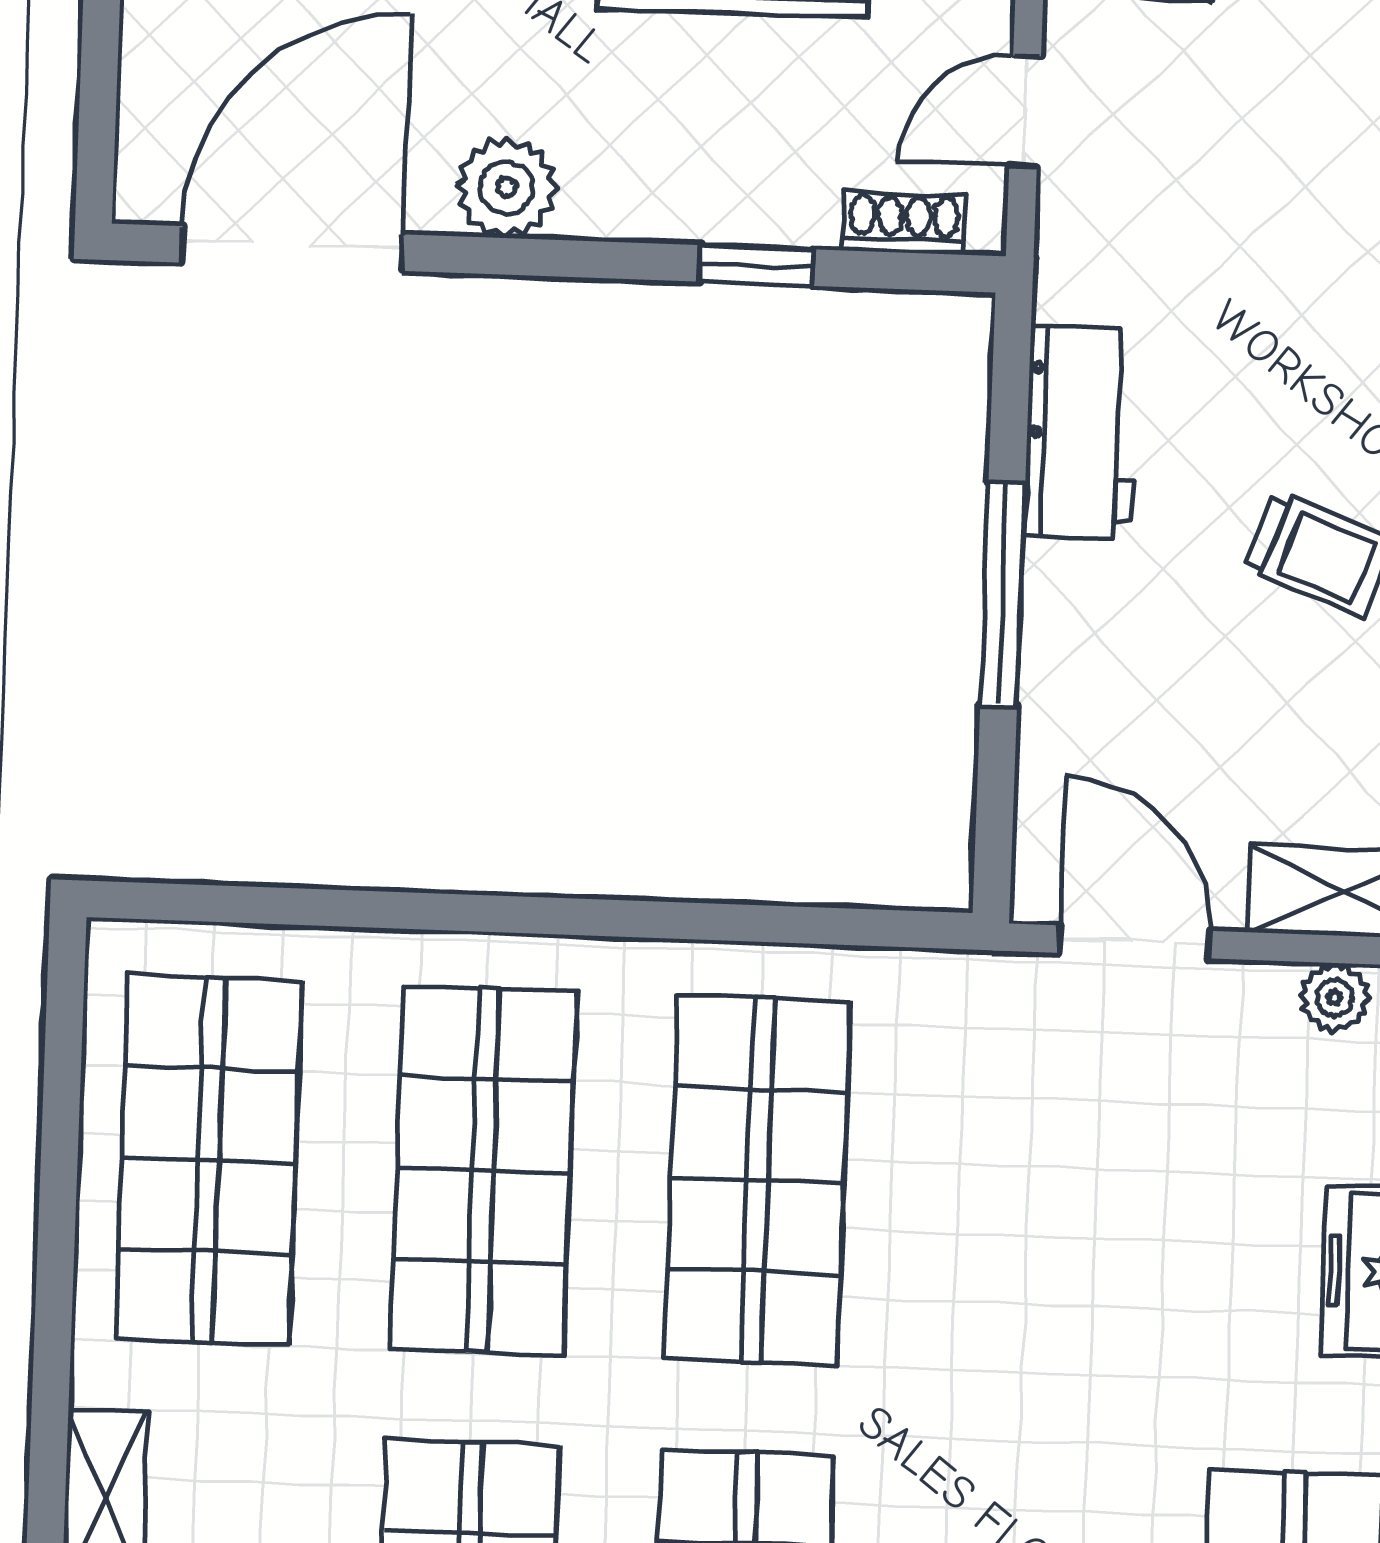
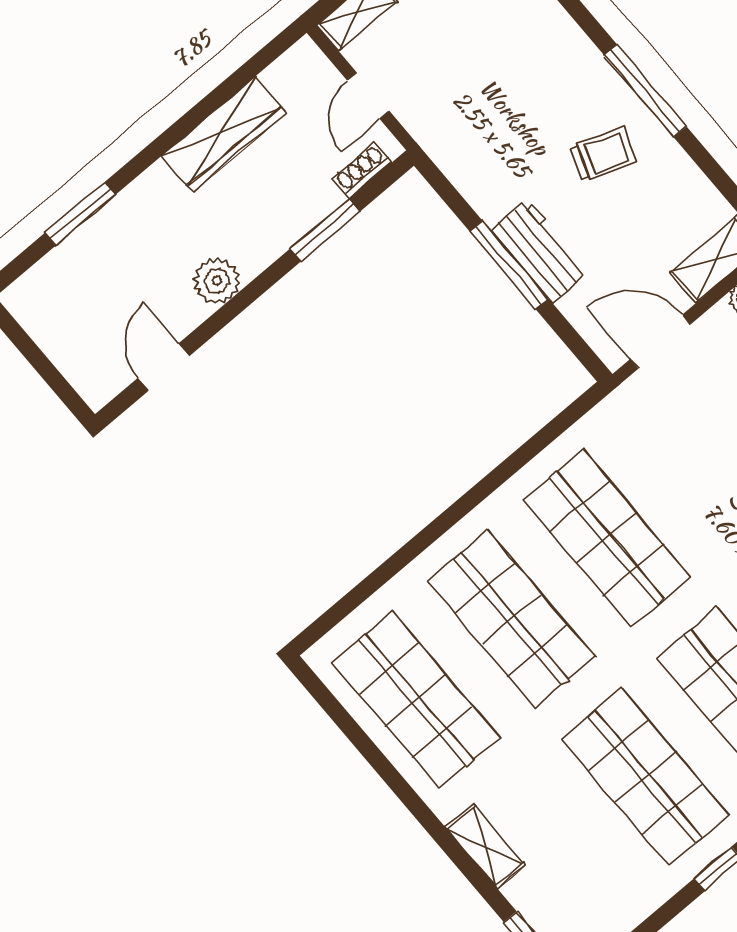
door: (292, 249) -> (163, 367), width x0.53
window: (756, 266) -> (325, 230), width x1.50
workbench: (1081, 432) -> (540, 251), moved

